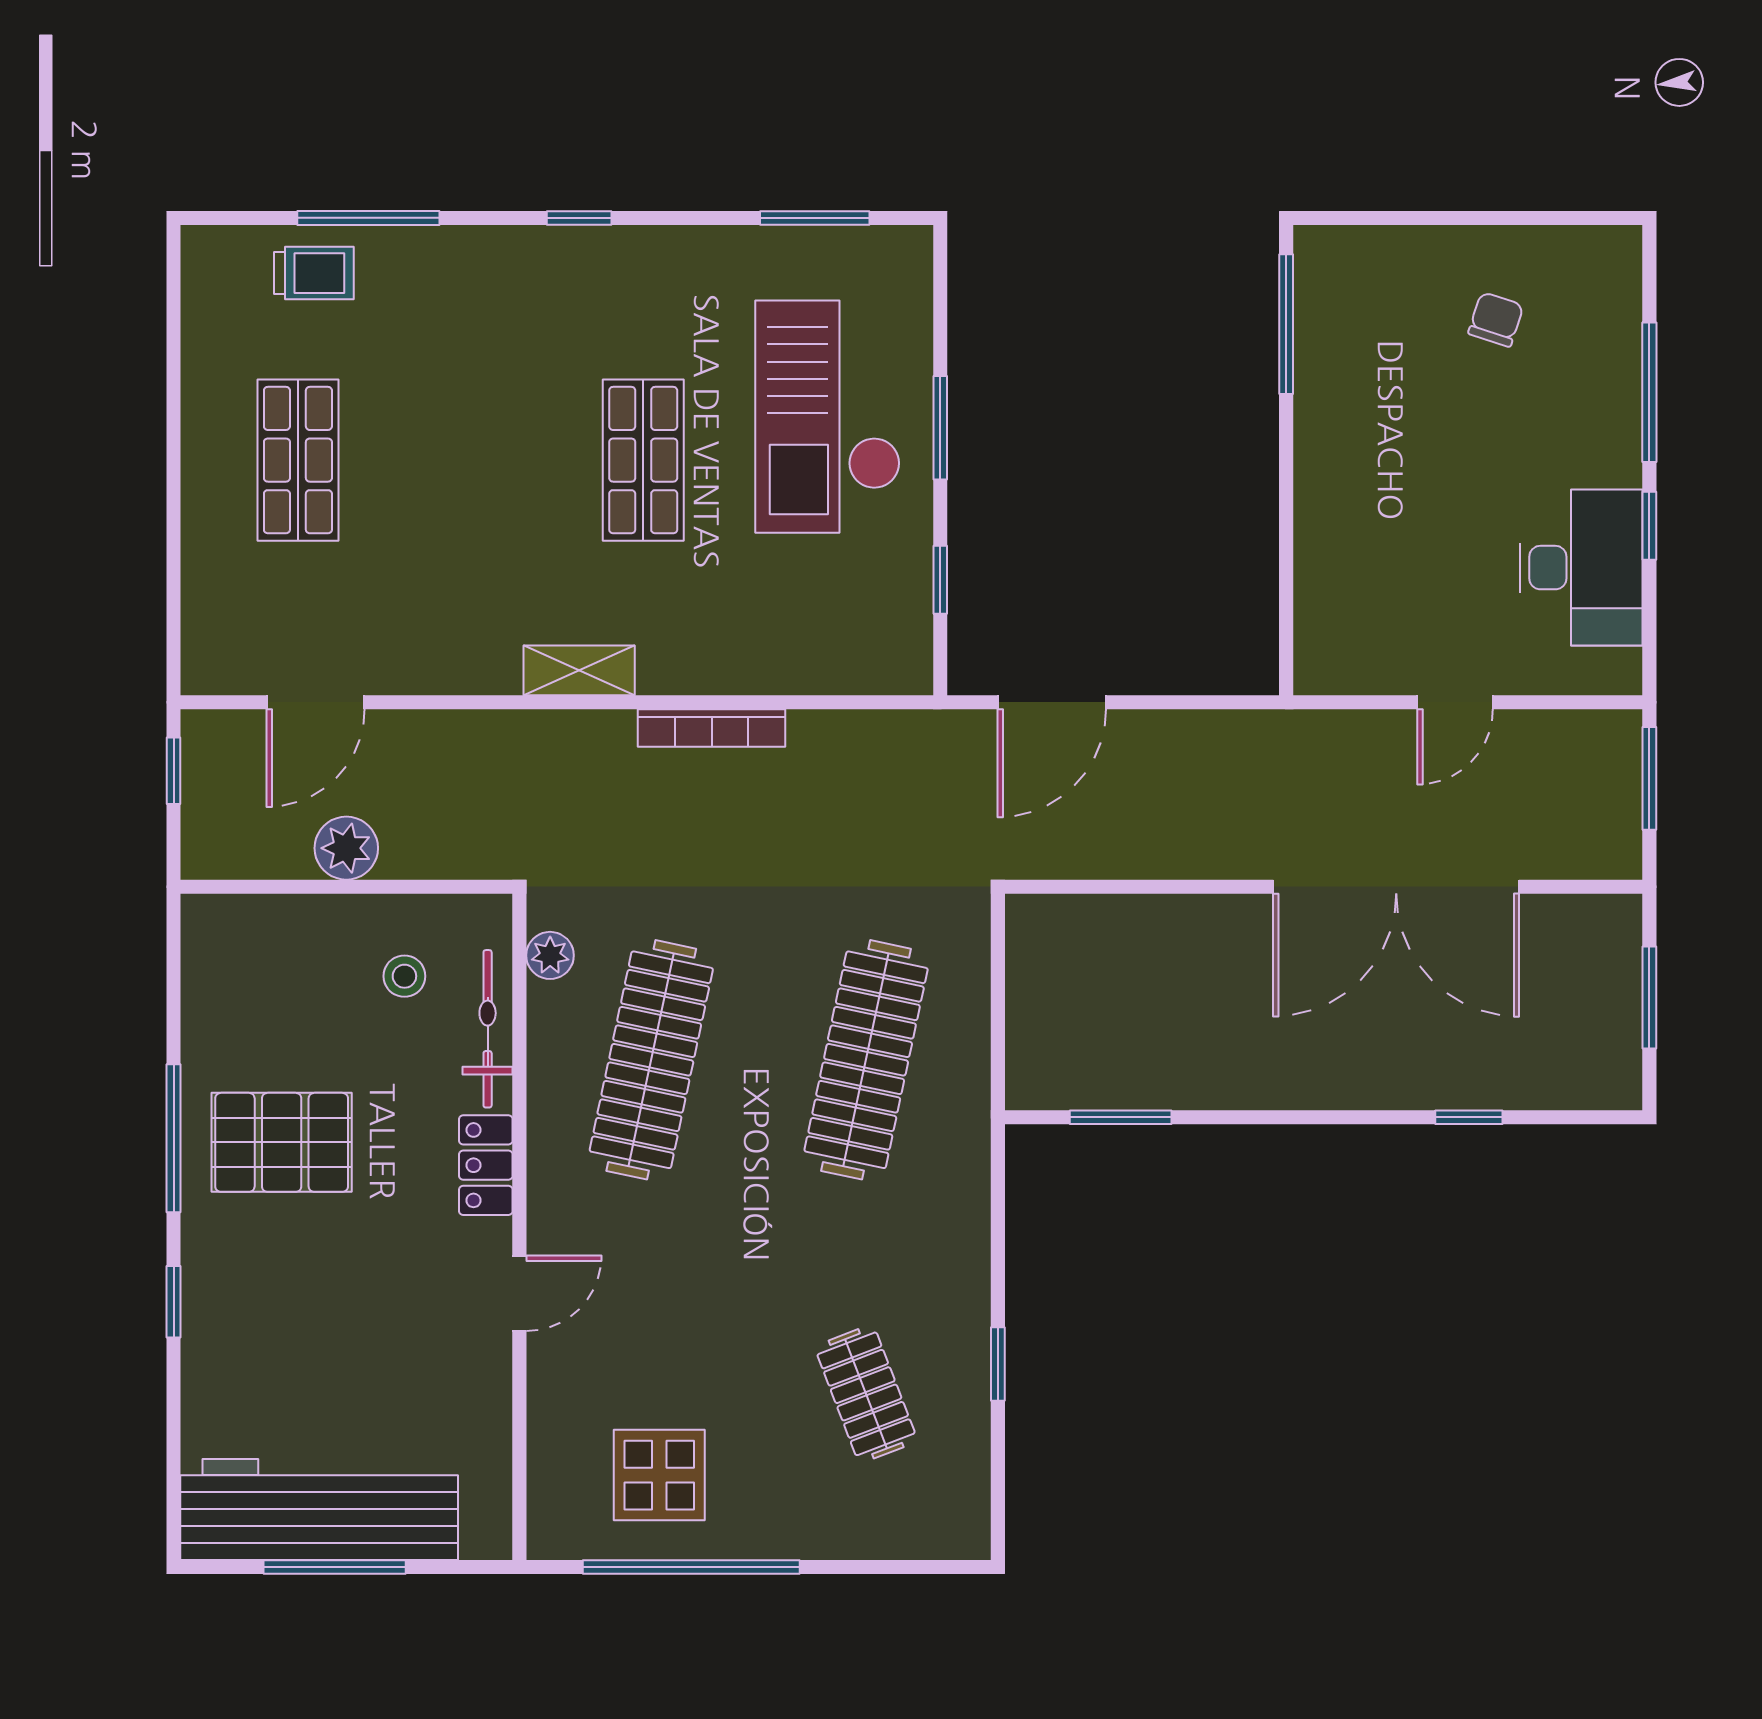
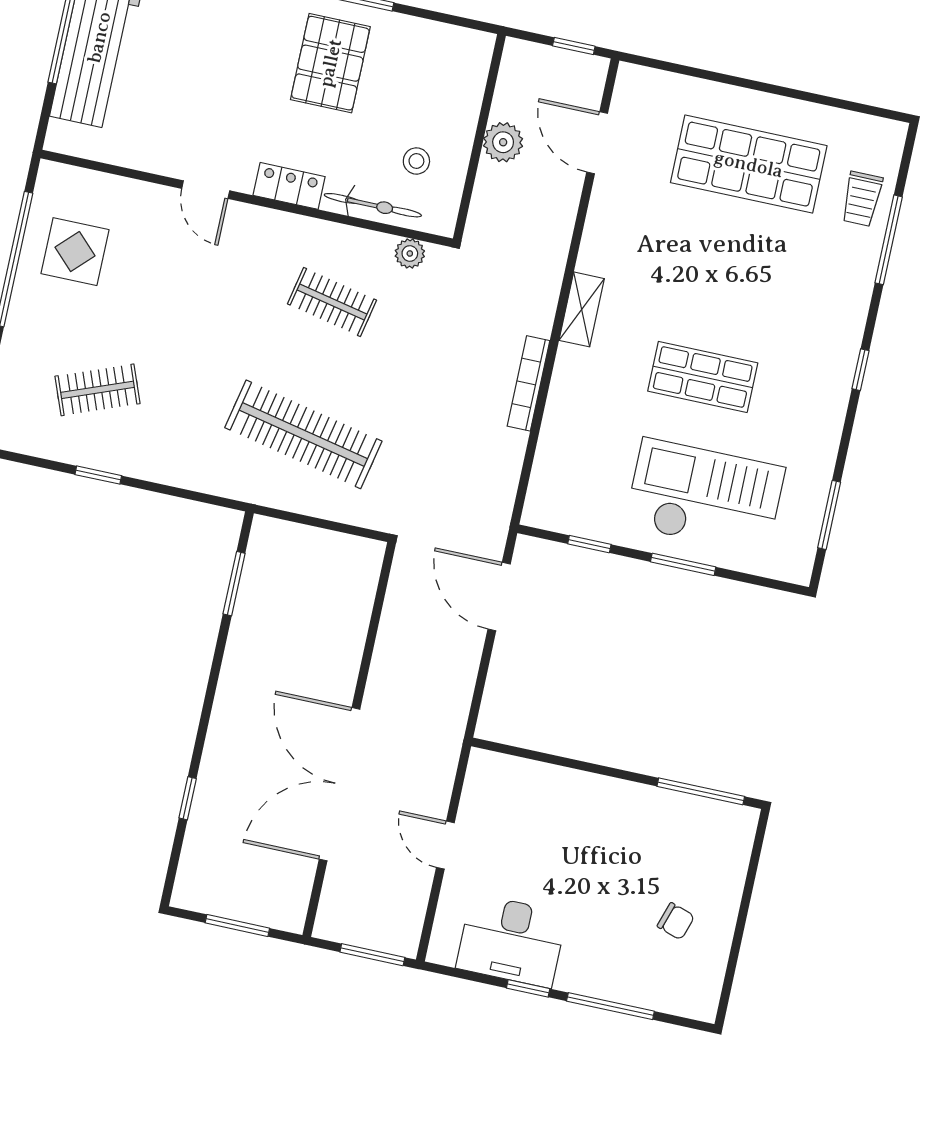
shop shelf: (298, 460) -> (749, 164), width x1.43, depth x1.36
clothes rail: (651, 1060) -> (332, 302), width x0.54, depth x0.76

